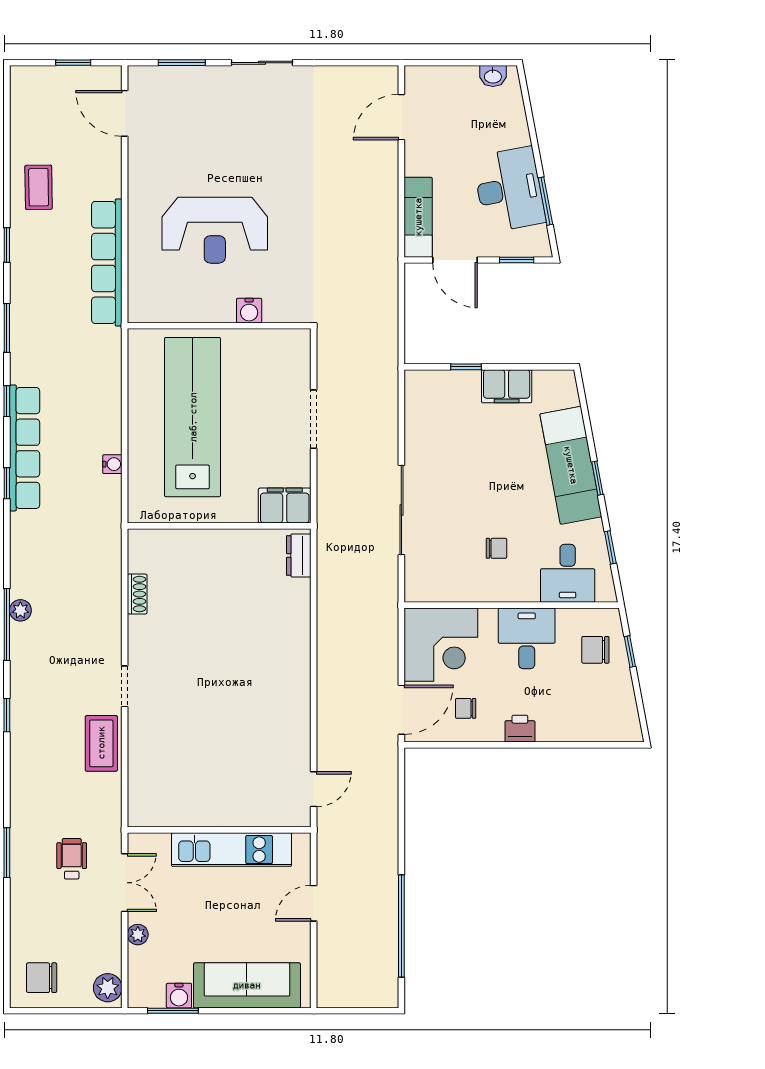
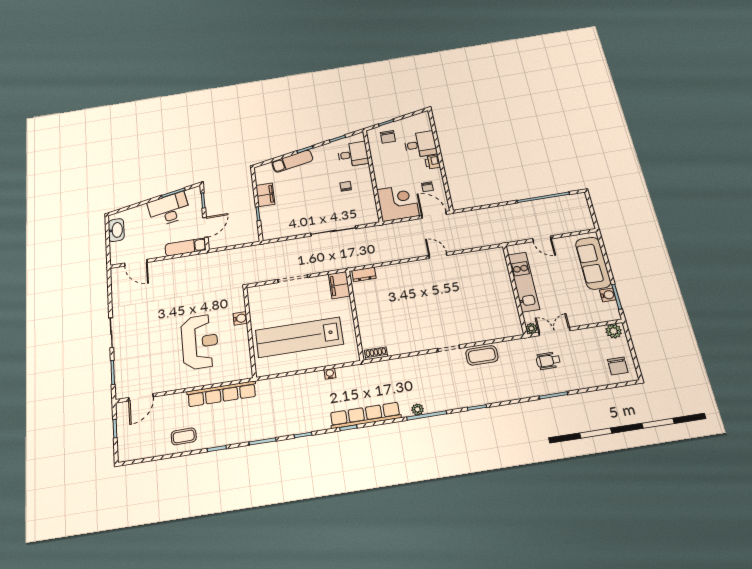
washbasin: (493, 76) -> (116, 230), width x1.91, depth x1.45
row of seats: (25, 448) -> (365, 415), moved
exam couch: (571, 465) -> (292, 161), width x0.73, depth x0.69
shoe rack: (137, 594) -> (376, 353), moved
desk: (527, 638) -> (420, 144), moved, turned 180
door: (314, 789) -> (438, 255), moved
plant: (138, 935) -> (531, 328), moved

